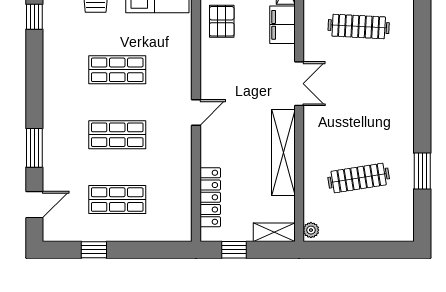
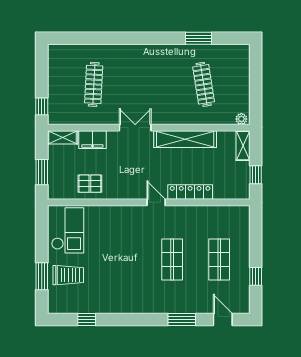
shop shelf: (117, 70) -> (125, 260), removed
locker: (210, 197) -> (190, 192), moved

